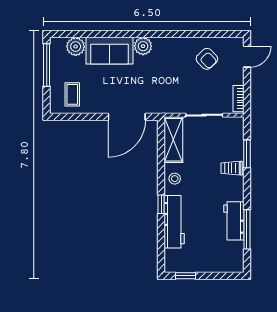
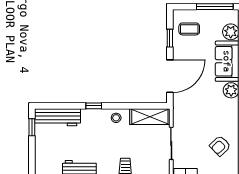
window: (83, 117) -> (170, 38), added
door: (127, 117) -> (170, 76), swing flipped
workbench: (174, 222) -> (57, 117), moved

